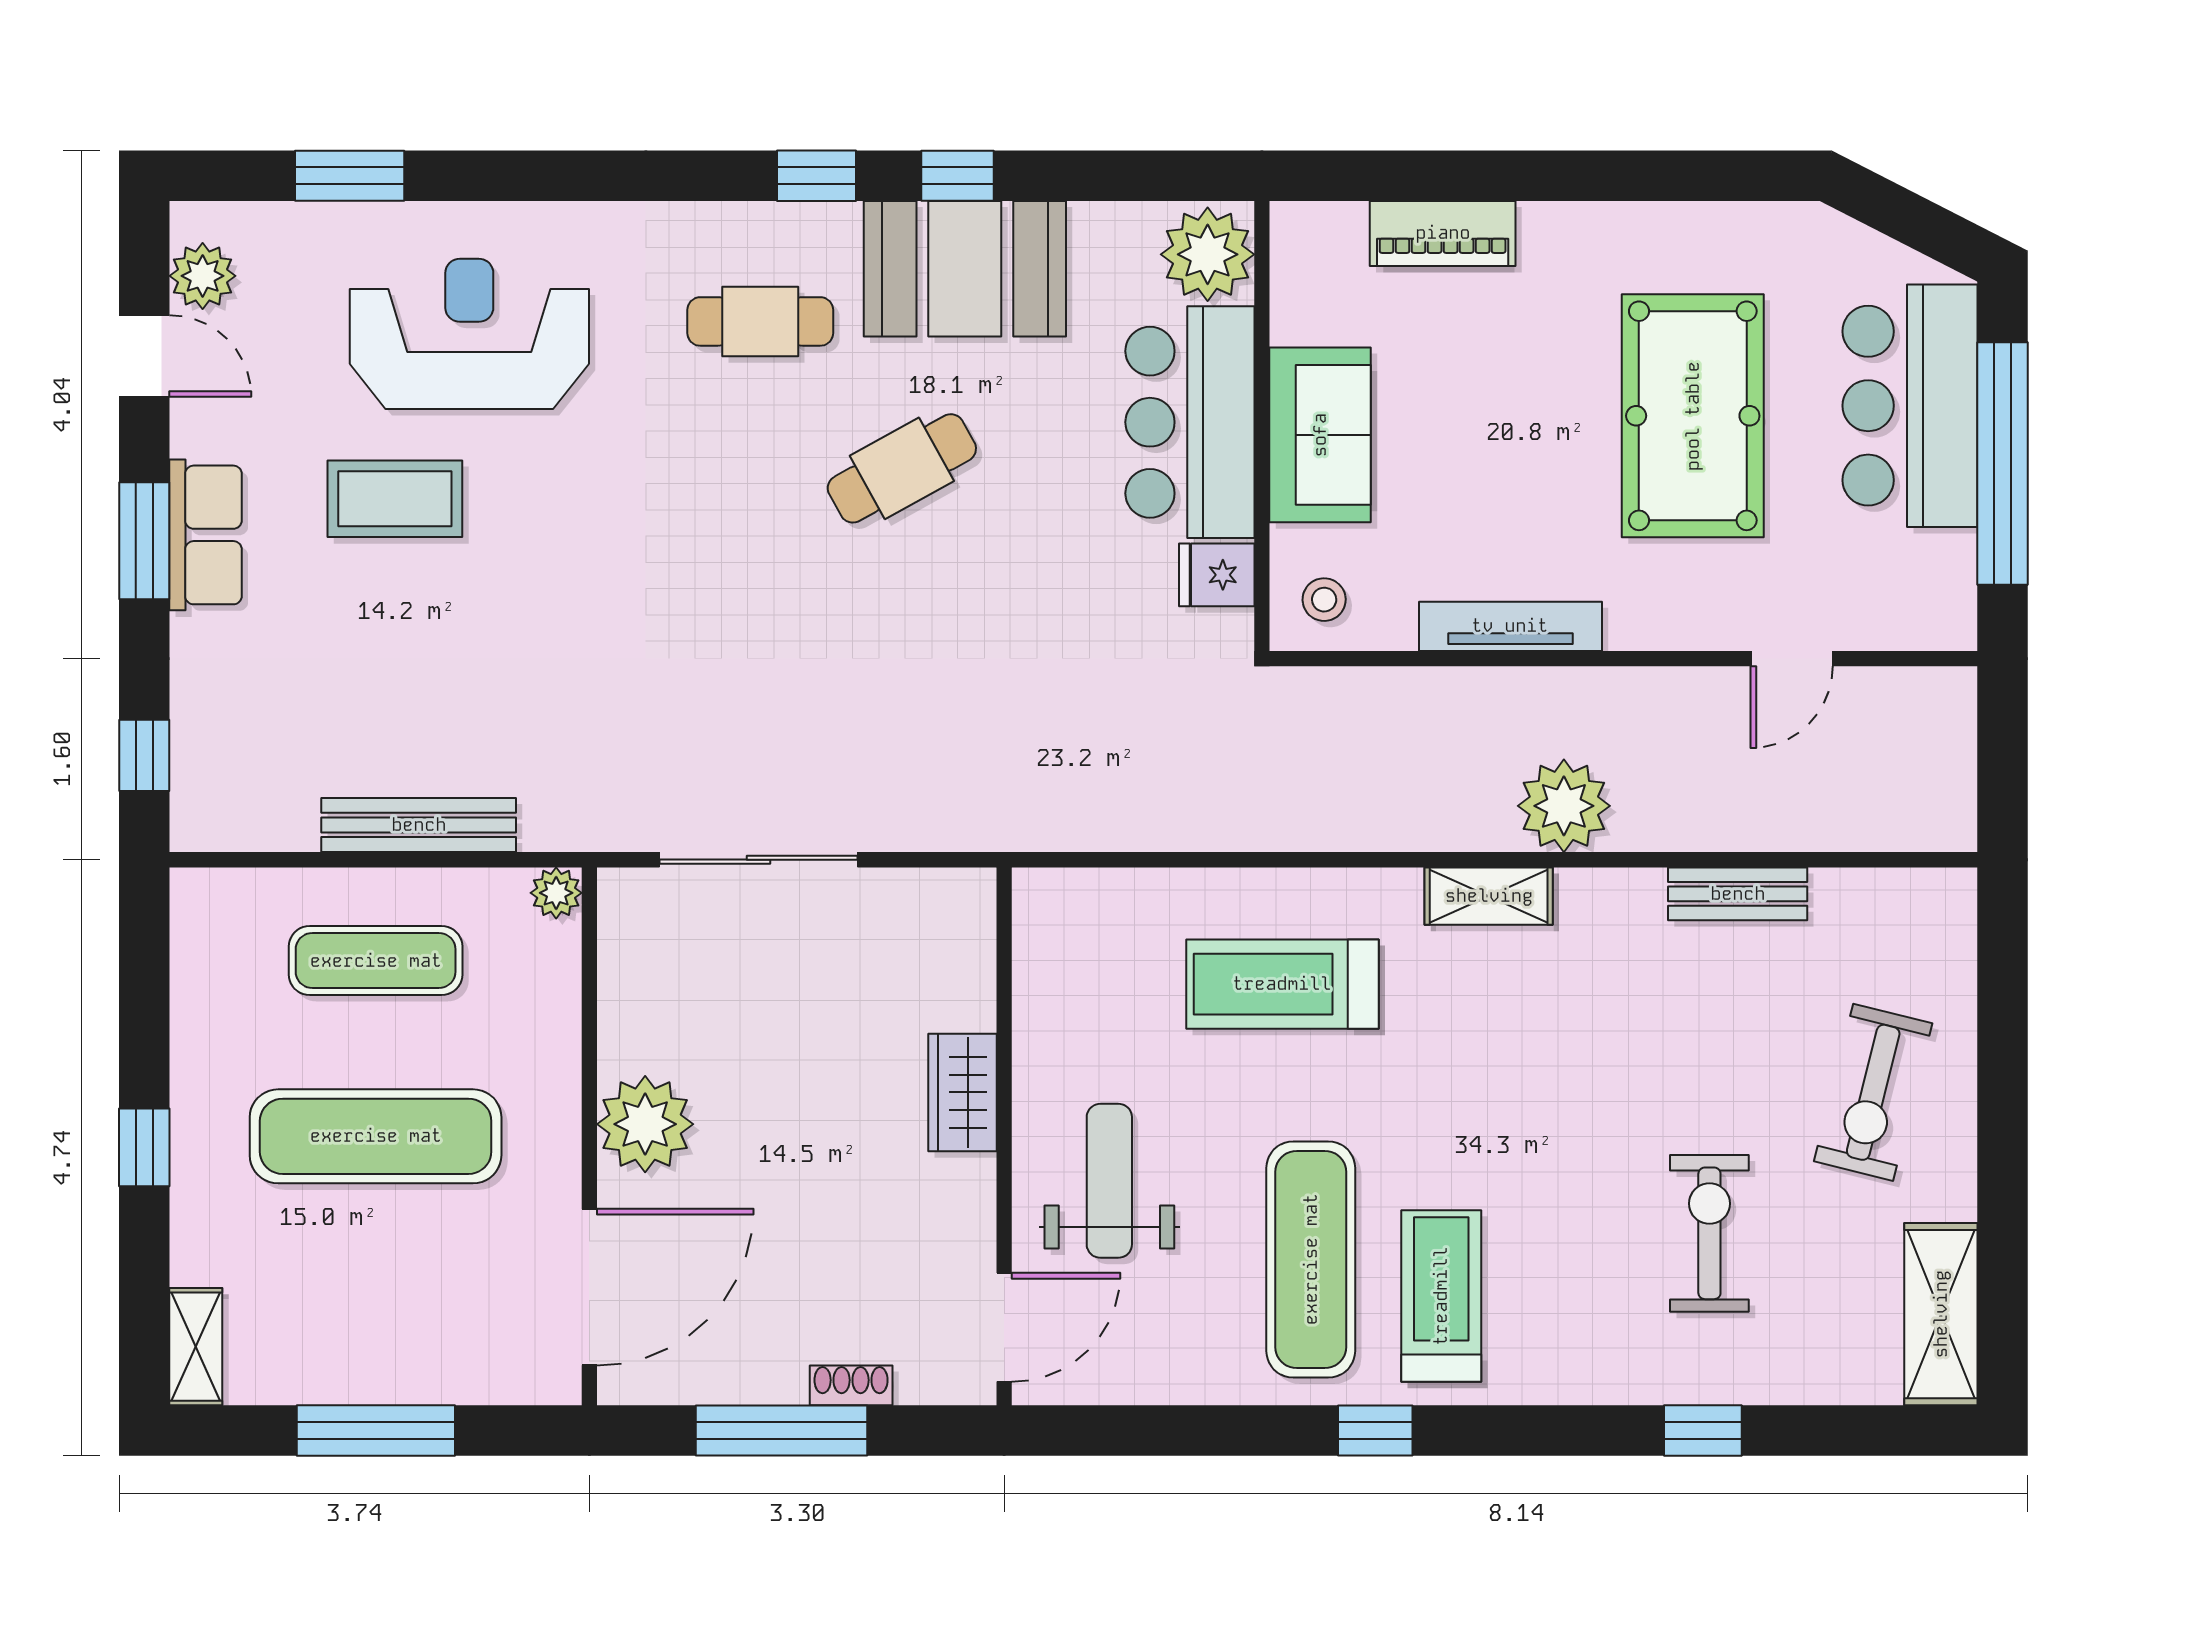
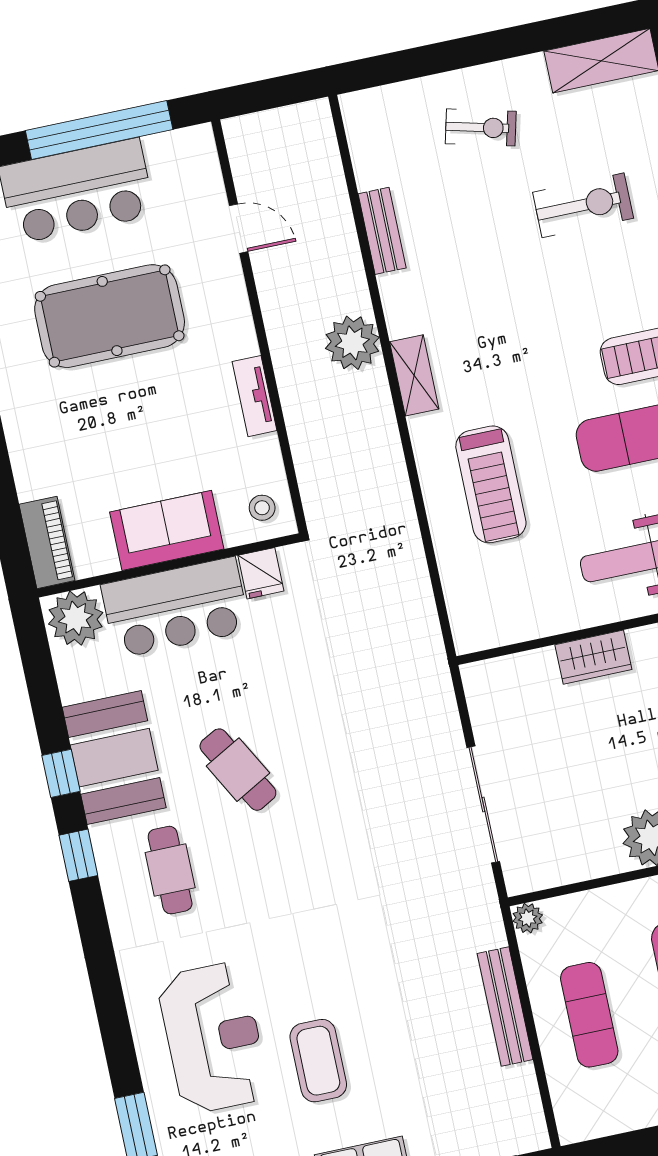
piano: (1443, 233) -> (47, 542), moved
reception desk: (469, 334) -> (213, 1038), turned 180
tv unit: (1510, 626) -> (255, 396), width x0.71
exercise bike: (1873, 1092) -> (481, 127), width x0.73, depth x0.72
exercise bike: (1709, 1233) -> (583, 205), turned 180

